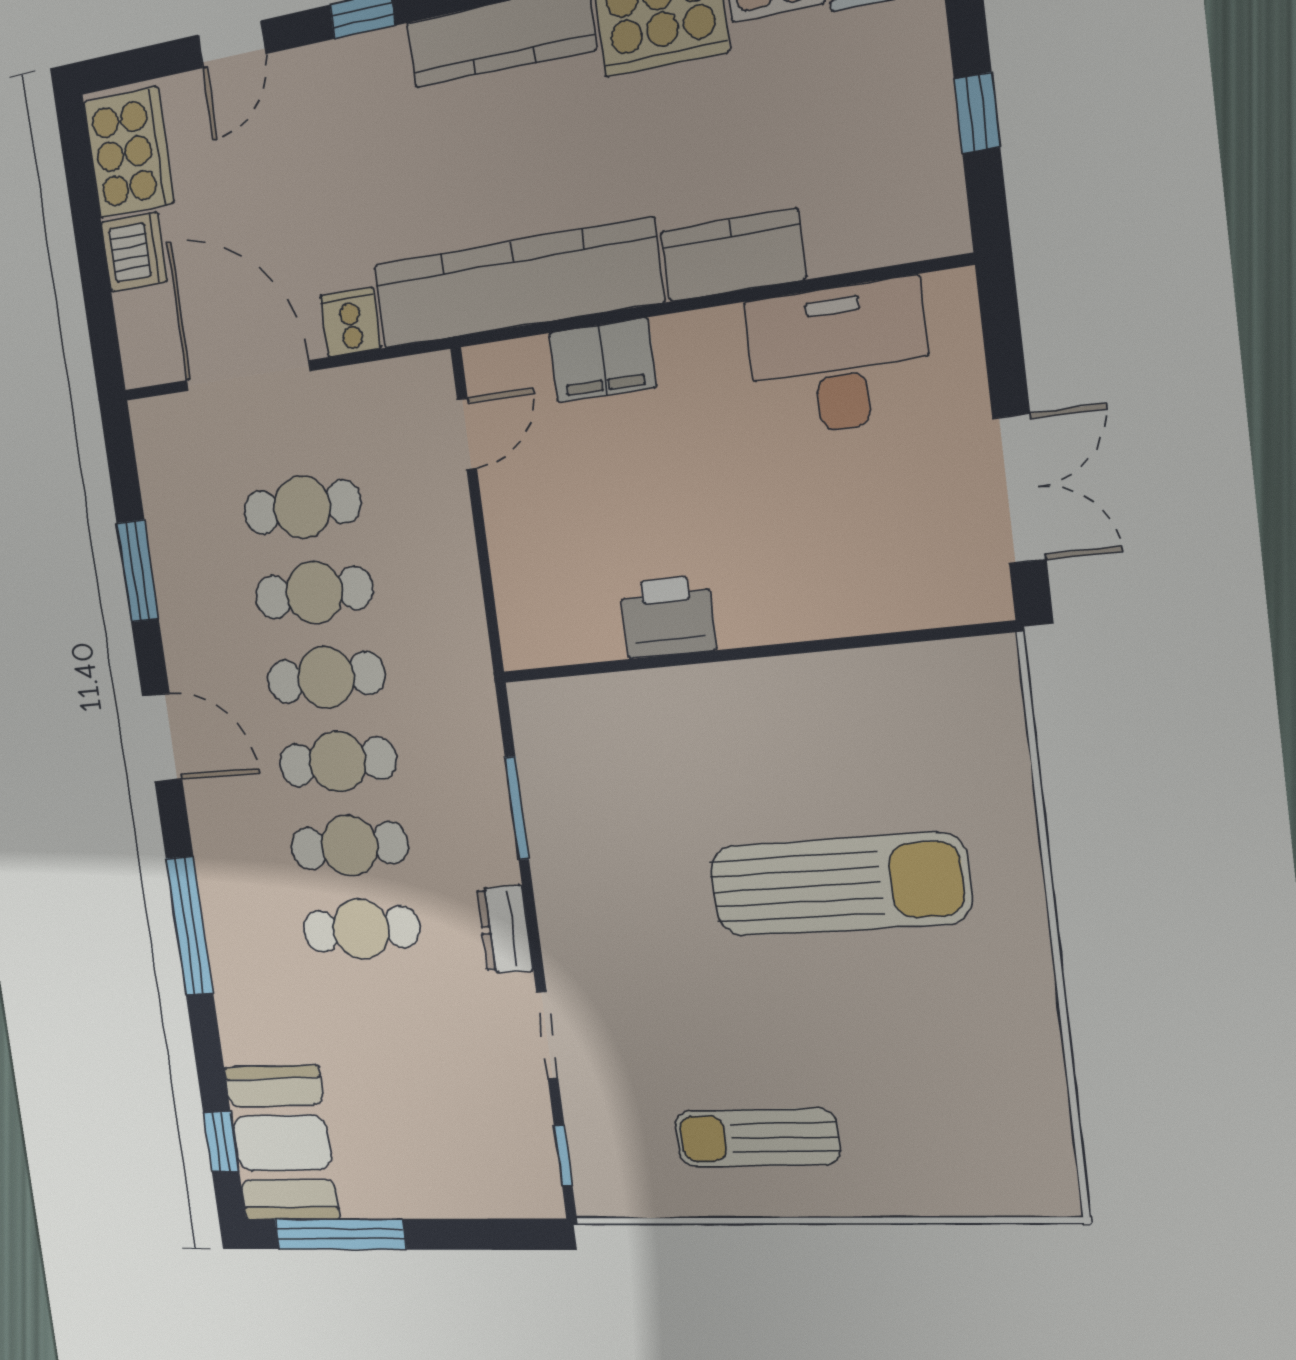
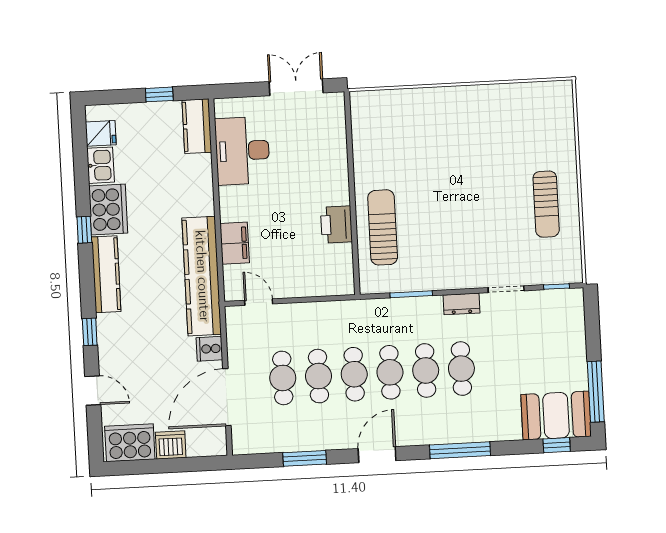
kitchen counter: (733, 255) -> (197, 126), moved
sun lounger: (839, 885) -> (383, 227), moved, width x0.73, depth x0.75

